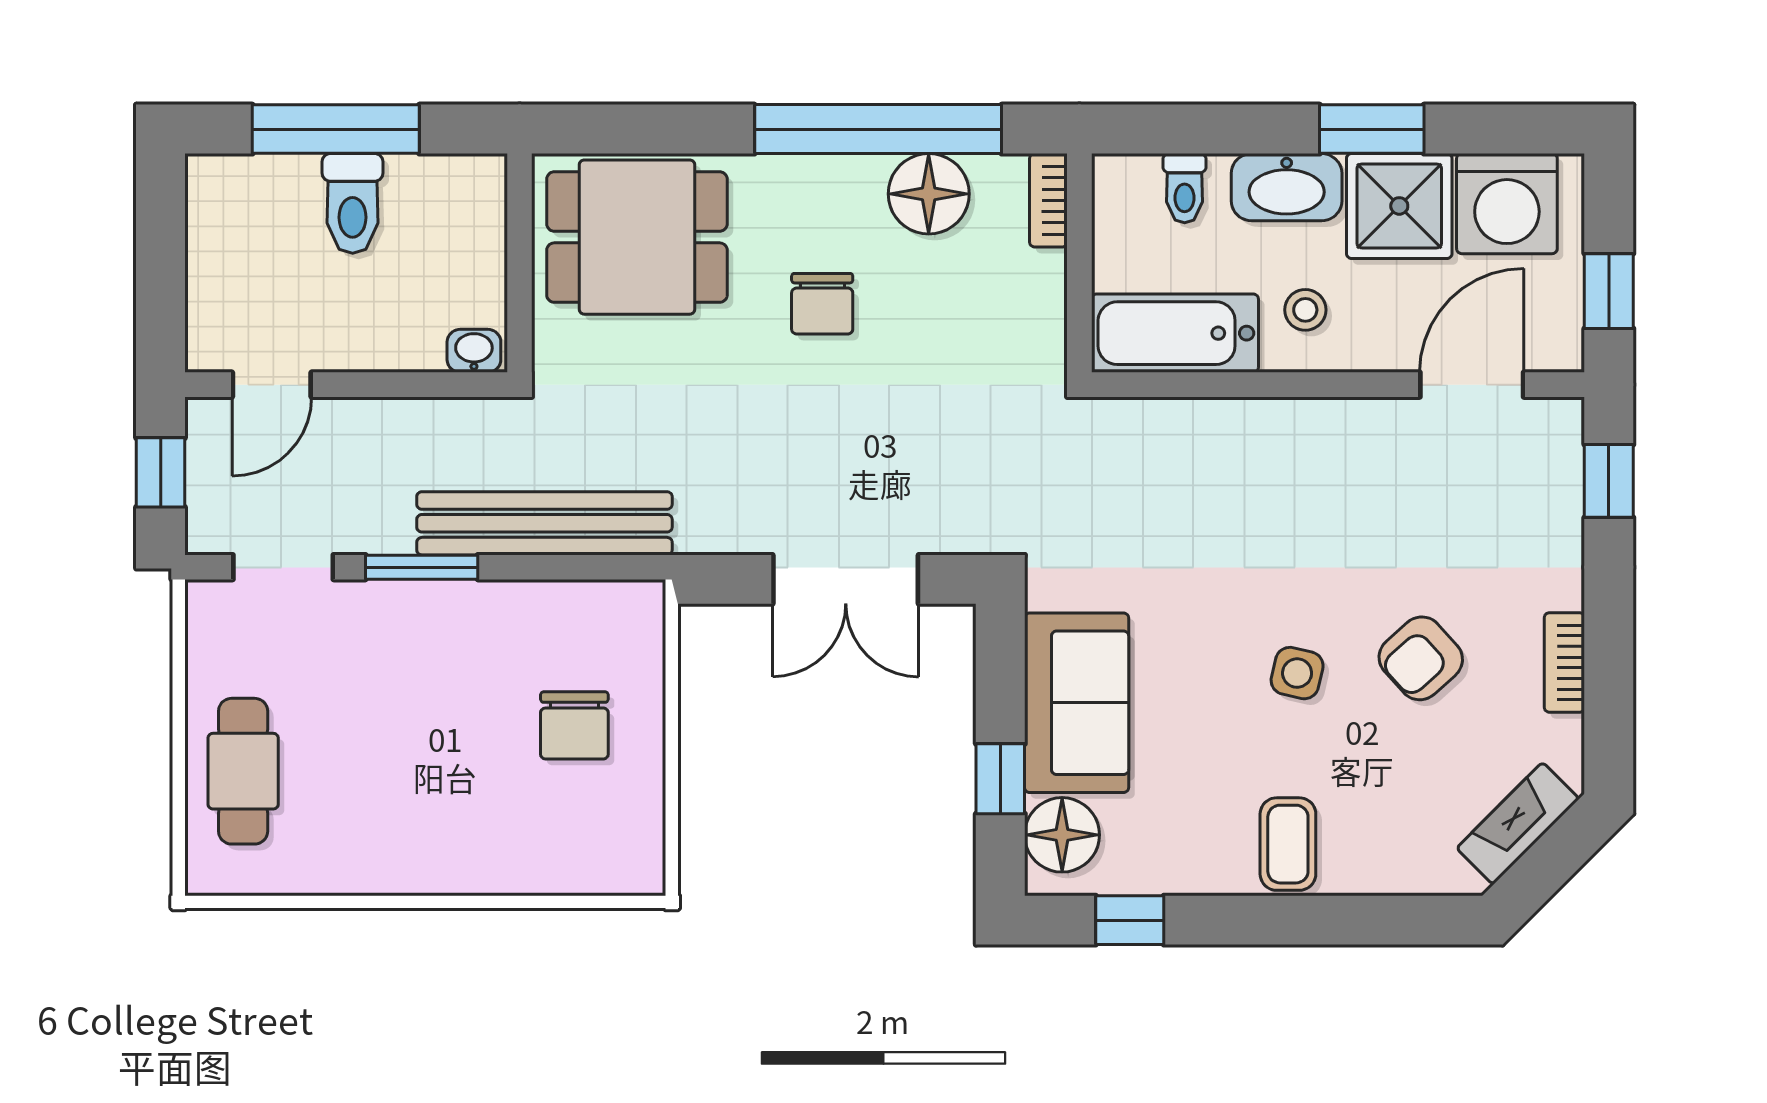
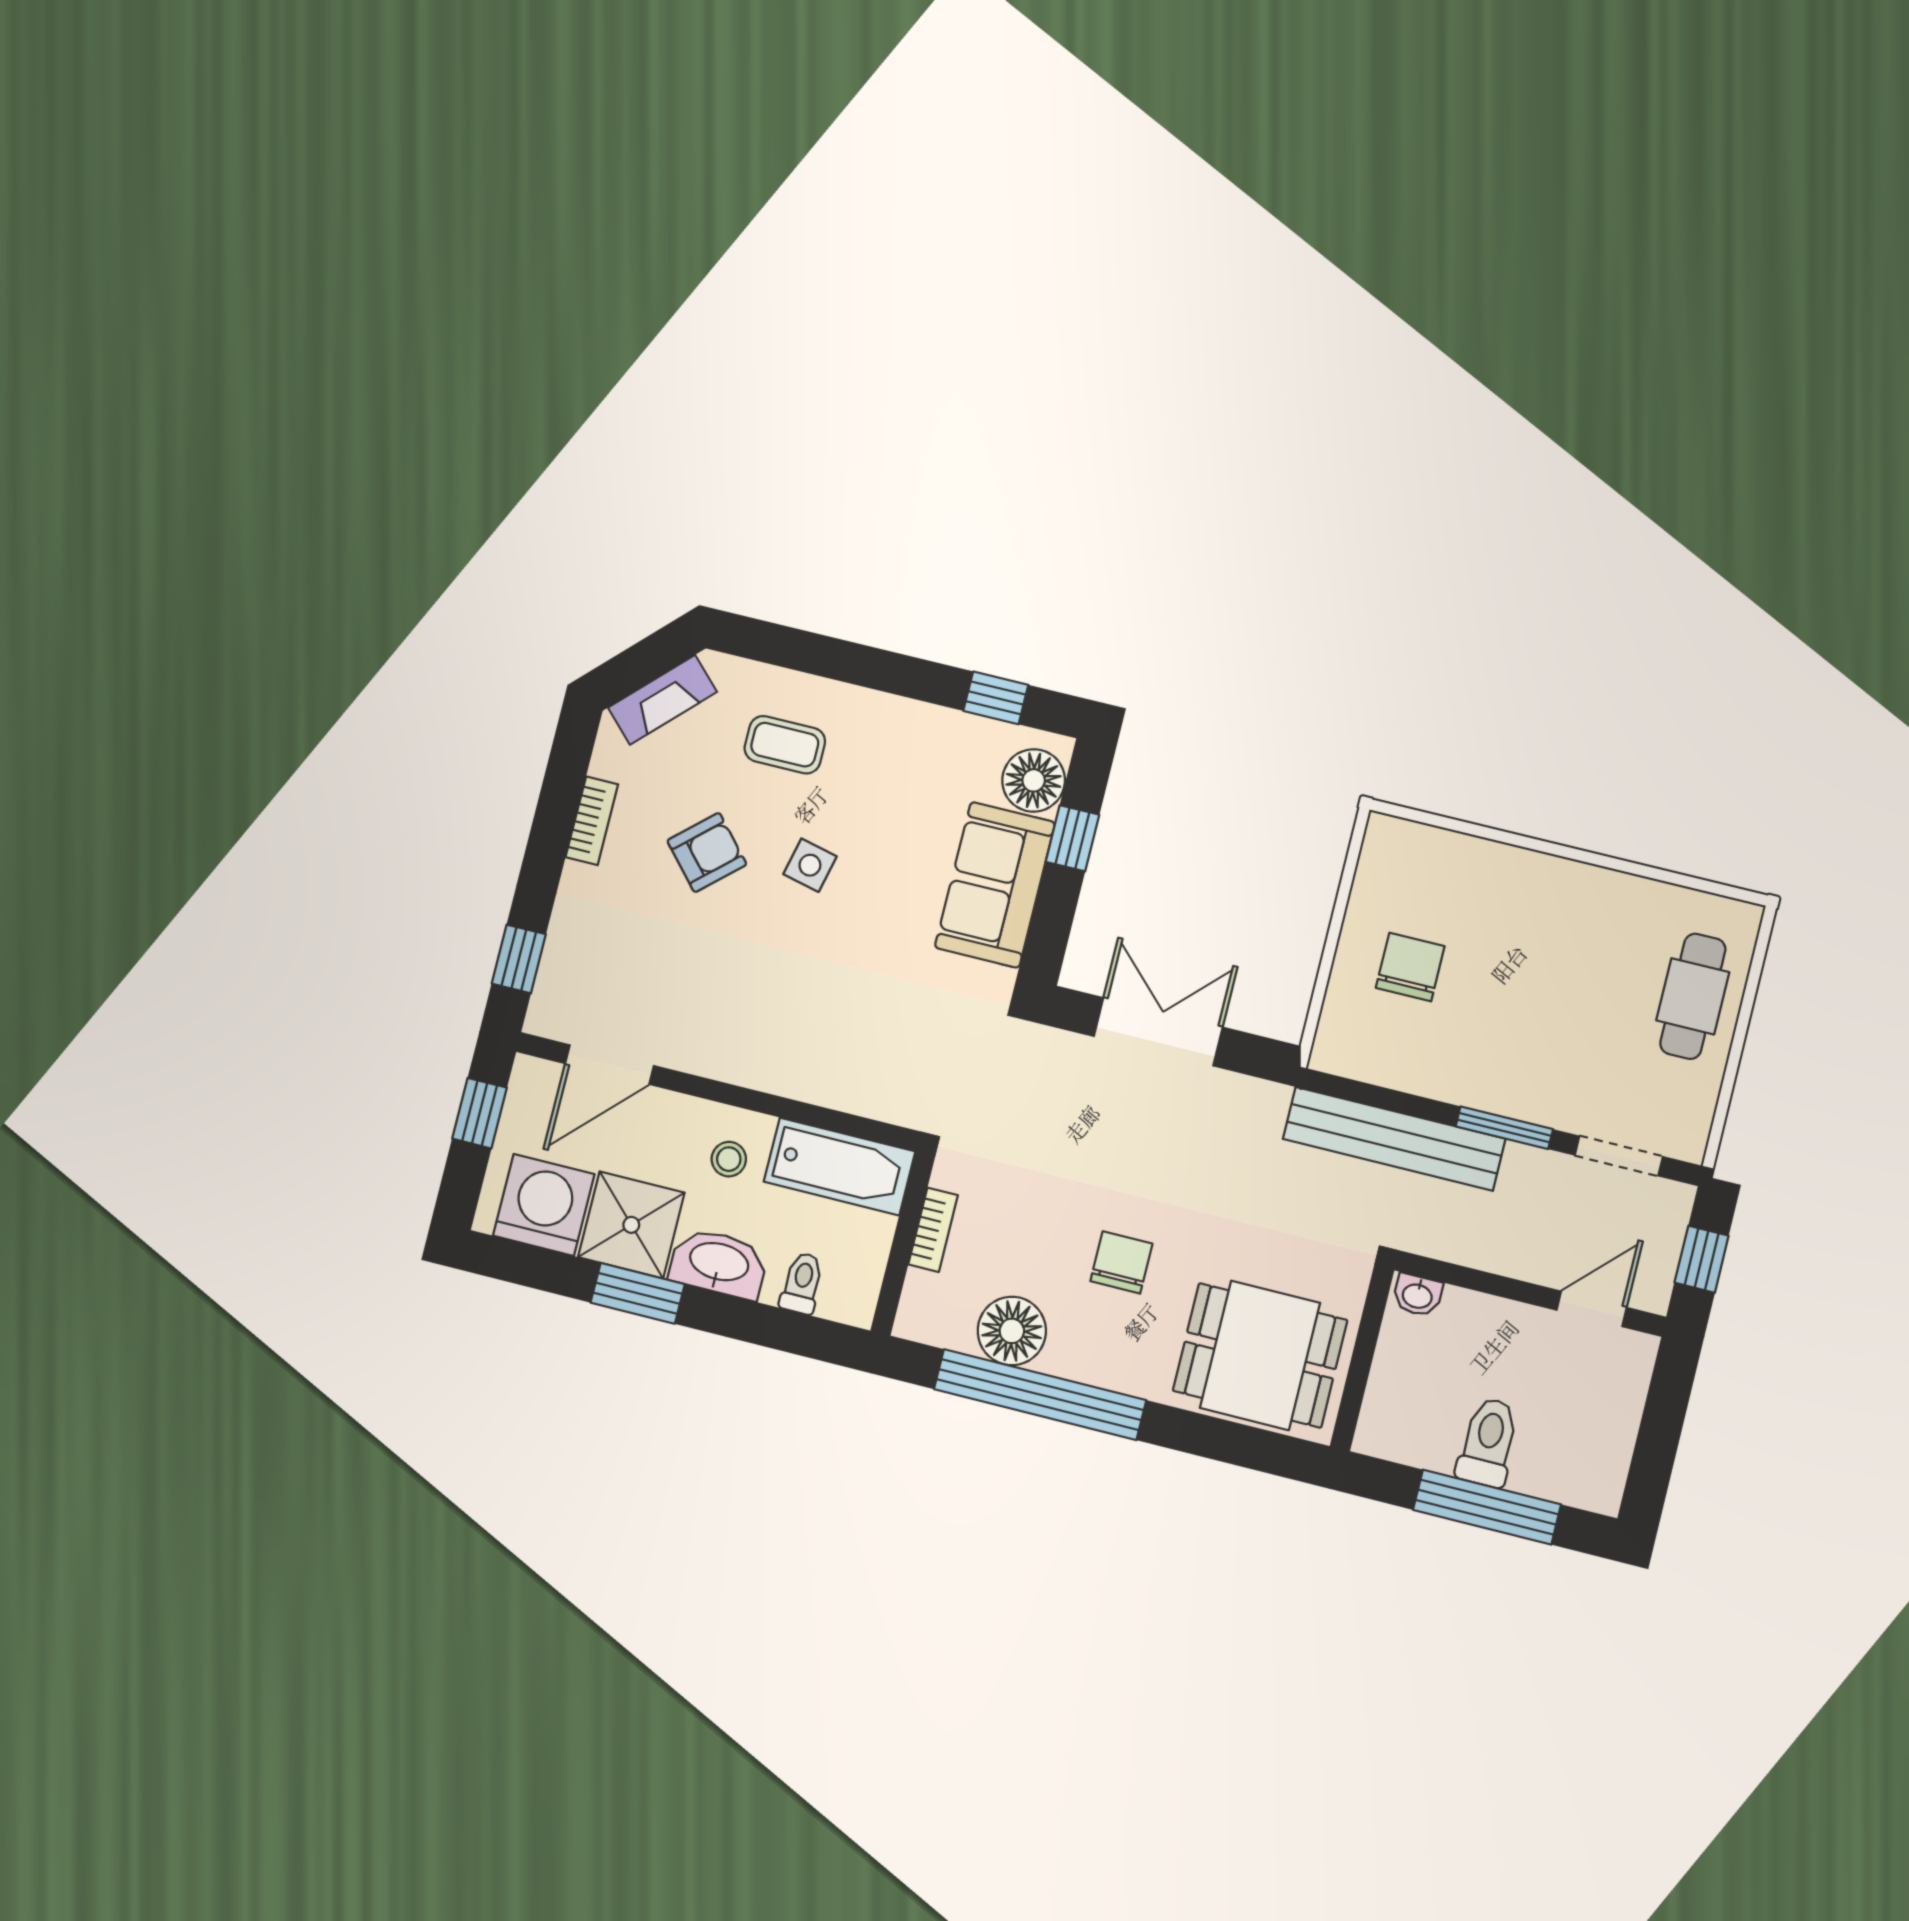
bookcase: (1048, 200) -> (933, 1230), moved
coffee table: (1288, 844) -> (785, 745), moved, turned 90

